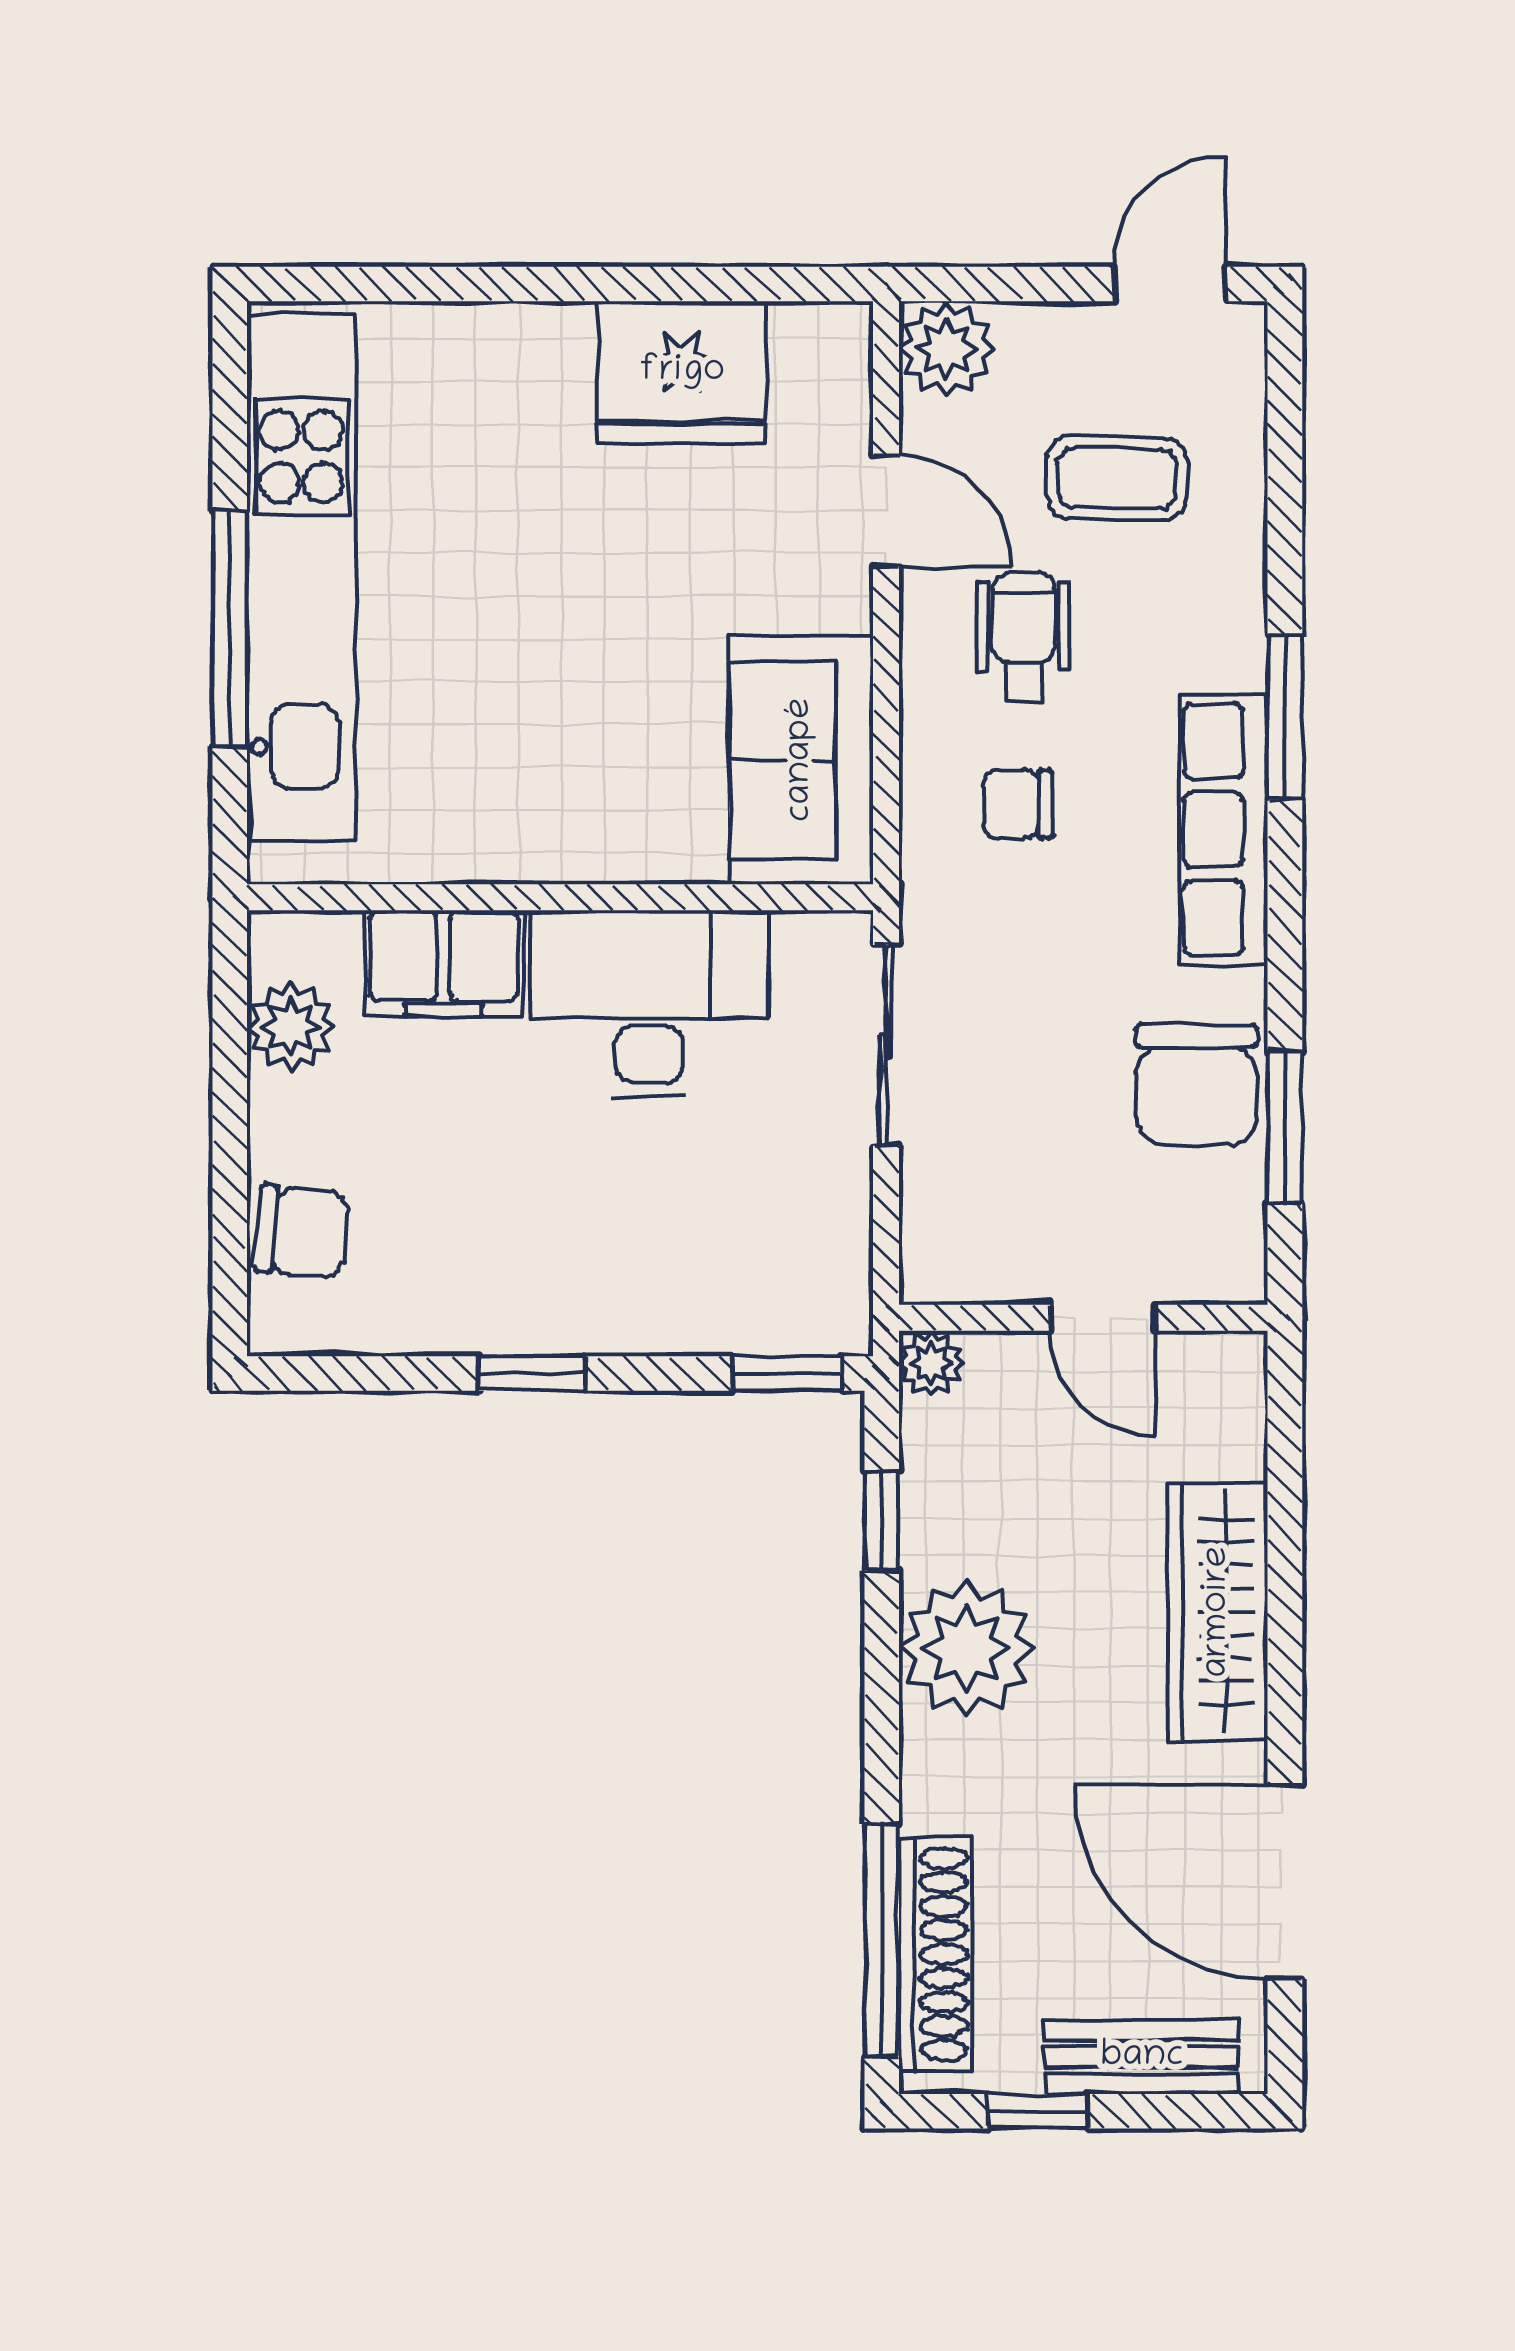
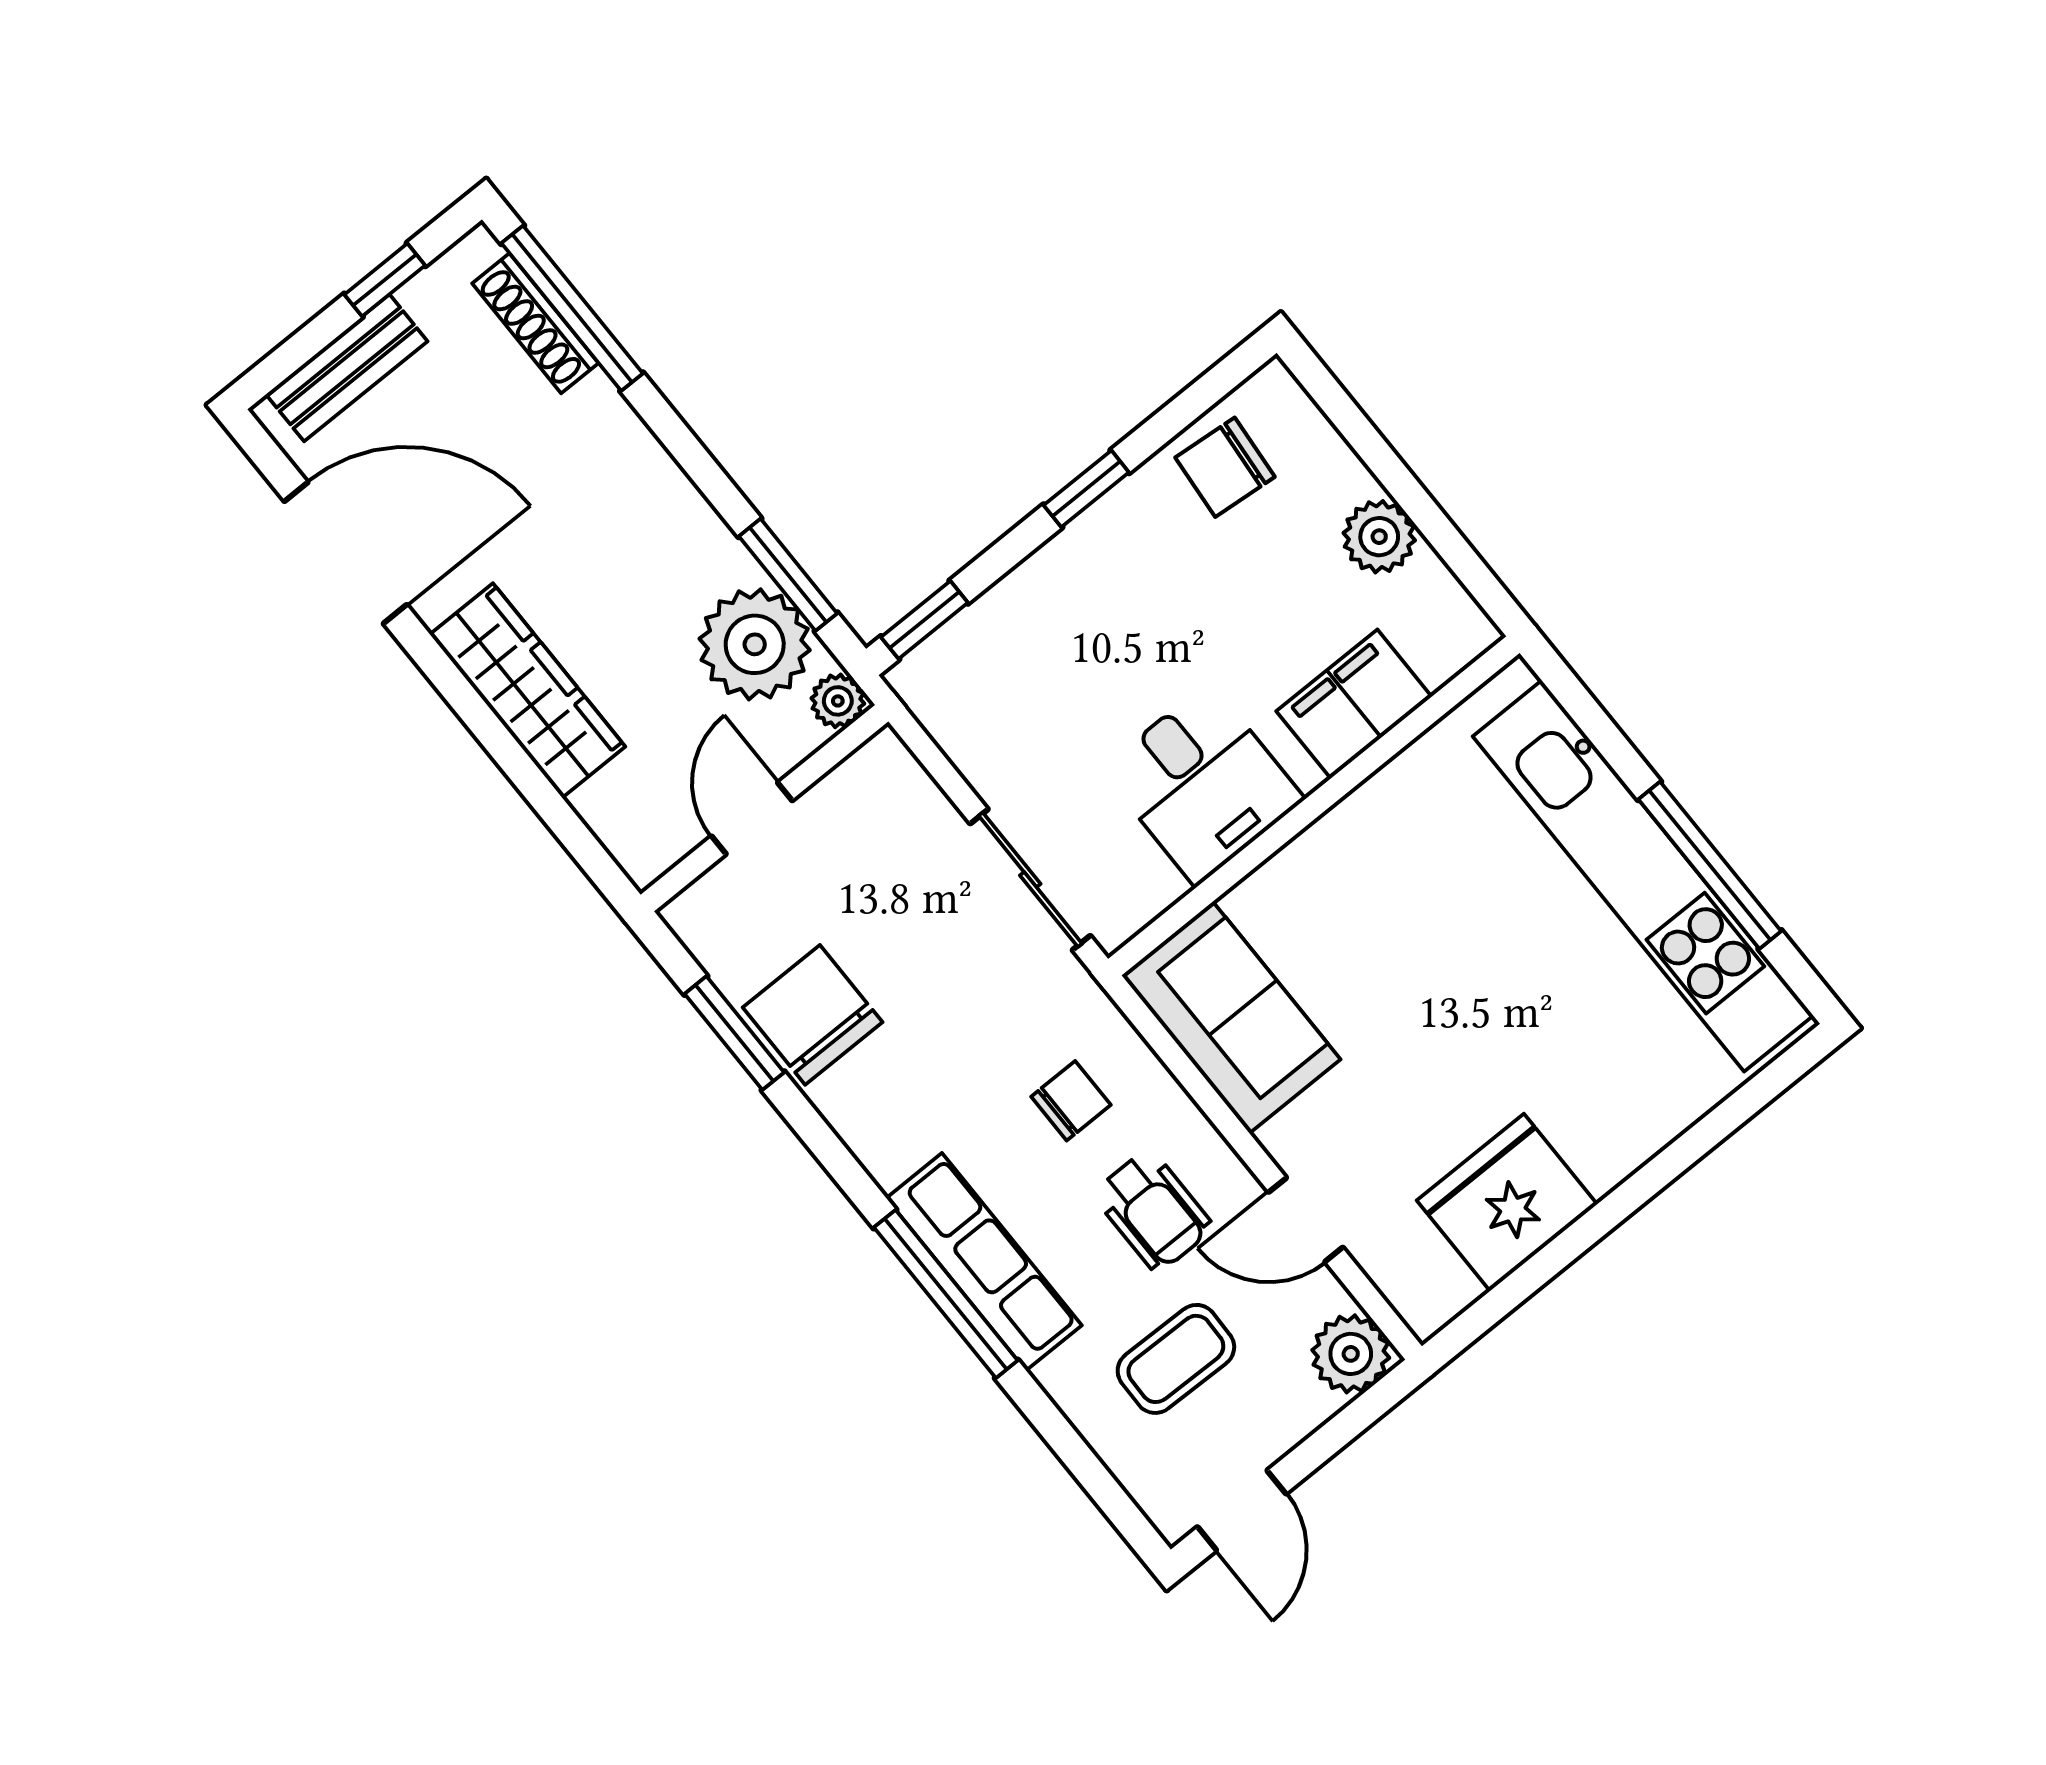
window: (230, 629) -> (1710, 865), moved
window: (1285, 717) -> (946, 1294), width x1.44
row of seats: (1224, 829) -> (984, 1262), moved
desk: (649, 1004) -> (1202, 784), width x0.73
plant: (291, 1027) -> (1379, 537), moved
chair: (301, 1232) -> (1225, 467), moved
door: (1103, 1318) -> (752, 818), hinge flipped
window: (882, 1521) -> (788, 575), width x1.50
plant: (967, 1648) -> (755, 644), moved
shoe rack: (935, 1954) -> (535, 323), width x0.74, depth x0.81

